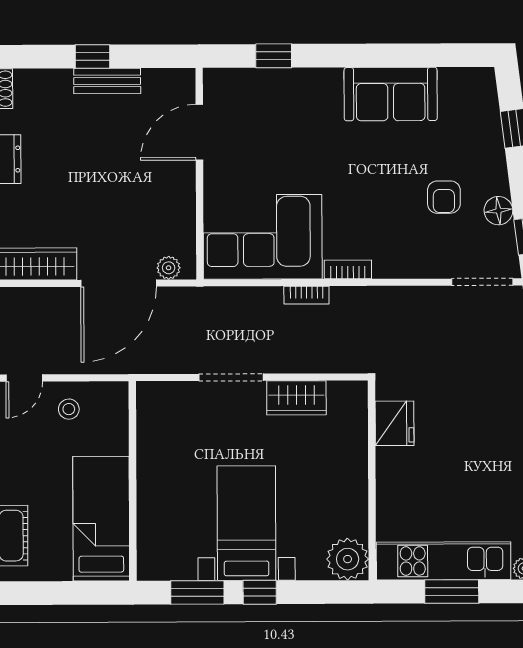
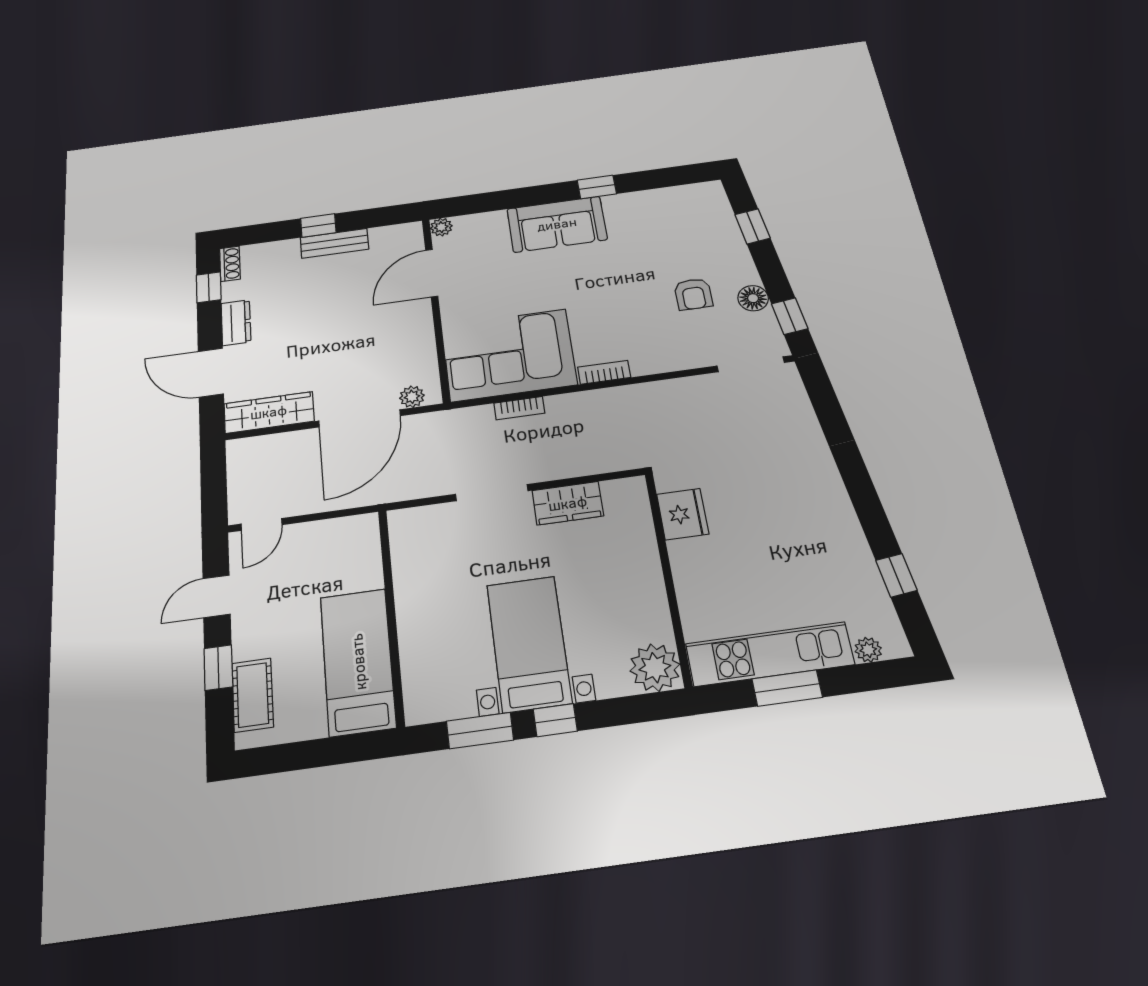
window: (274, 56) -> (597, 187), moved
plant: (214, 79) -> (441, 227), added
sofa: (391, 94) -> (557, 224), moved
bookcase: (306, 295) -> (519, 408), moved
stool: (69, 409) -> (313, 549), removed

